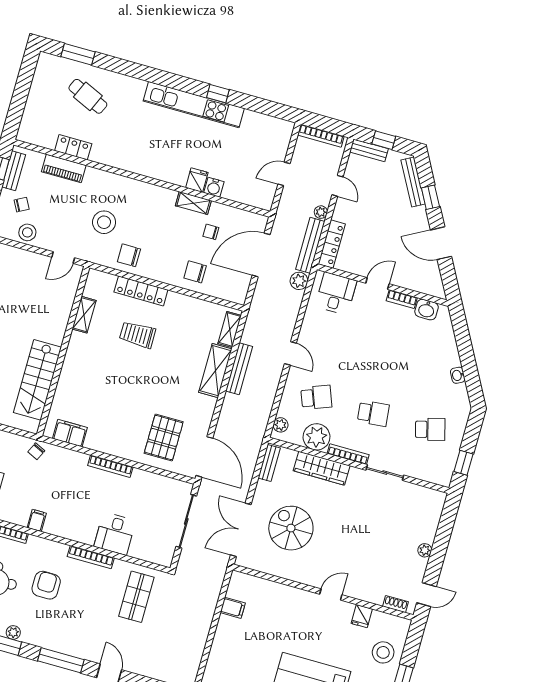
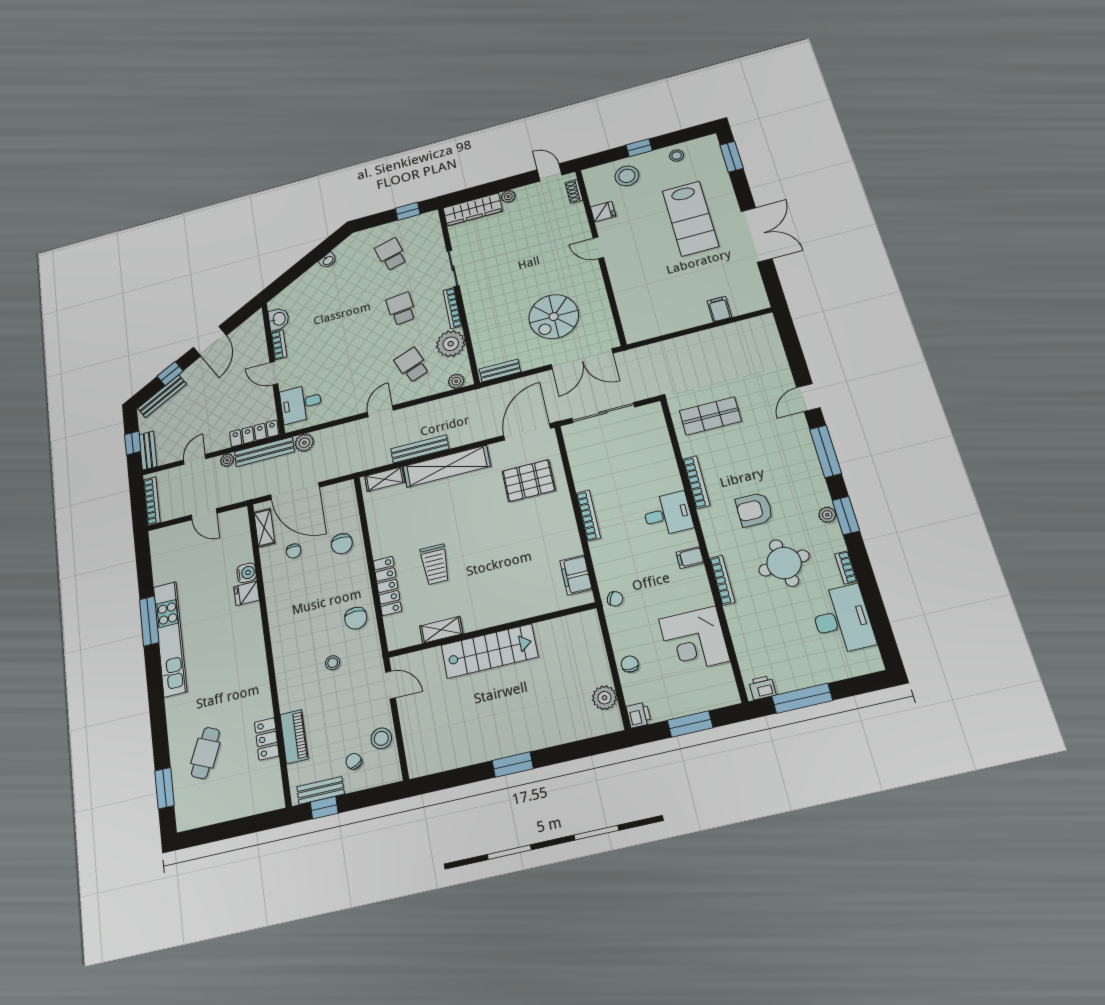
window: (218, 94) -> (149, 621), width x2.17
shelving: (193, 203) -> (264, 528), moved
stool: (104, 222) -> (333, 663), width x0.53, depth x0.53
shelving: (215, 371) -> (447, 466), width x1.47
stairs: (38, 380) -> (489, 651), moved
wardrobe: (322, 468) -> (473, 209), moved, turned 90
desk: (115, 534) -> (668, 514), moved
filing cabinet: (233, 608) -> (719, 309), moved

